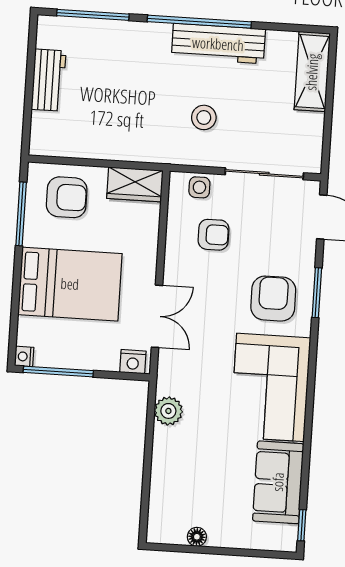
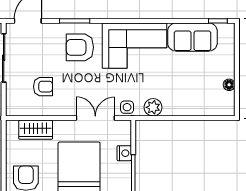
wardrobe: (135, 184) -> (36, 130), moved, turned 90
side table: (199, 187) -> (127, 107), moved
armchair: (213, 235) -> (43, 87), turned 90
nightstand: (133, 362) -> (124, 153), moved

